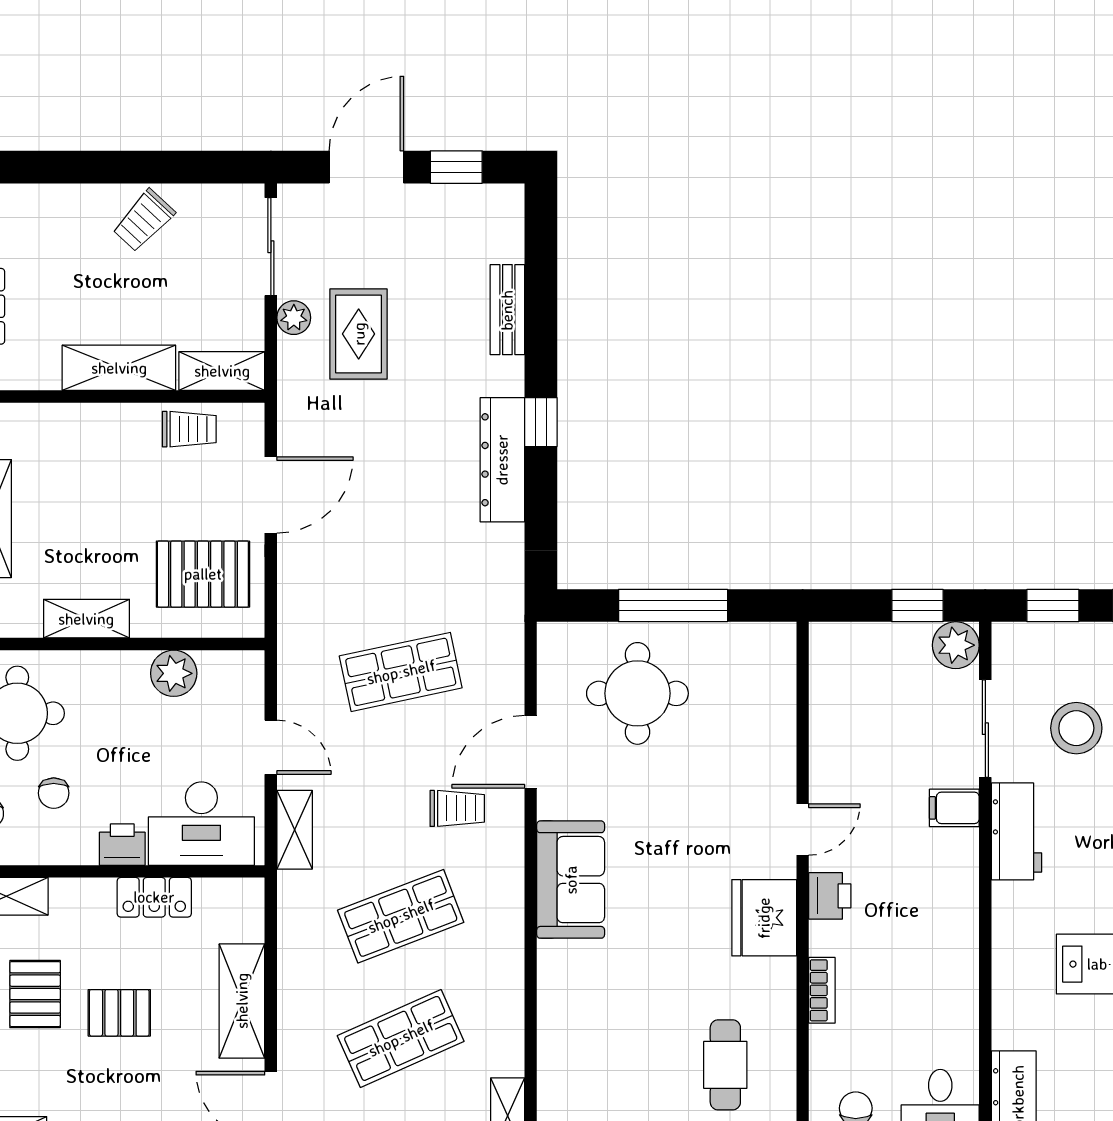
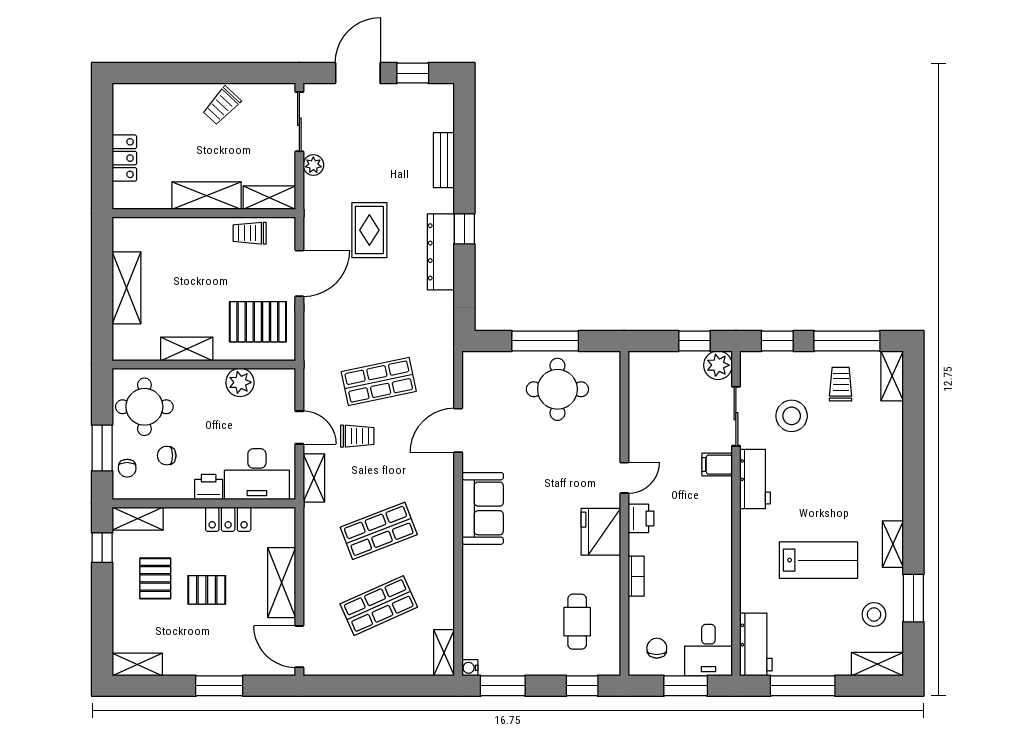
rug: (359, 334) -> (369, 230), moved
trolley: (189, 429) -> (250, 233), turned 180
round table: (637, 693) -> (557, 389), moved
chair: (54, 793) -> (167, 456), turned 90
trolley: (457, 808) -> (357, 436), moved

